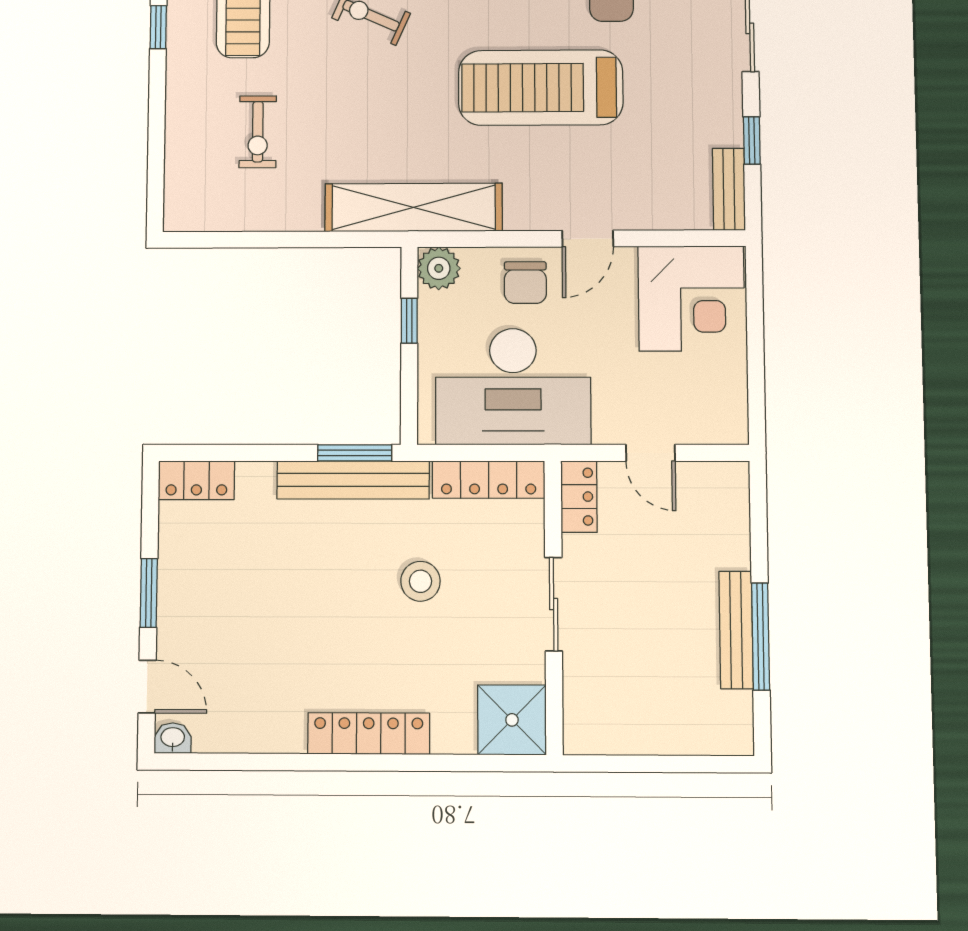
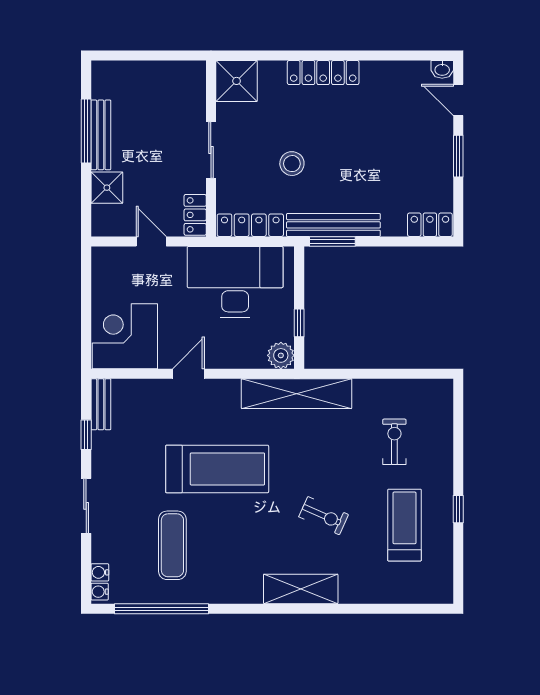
chair: (525, 283) -> (227, 346), removed
shower: (725, 542) -> (107, 188), added

